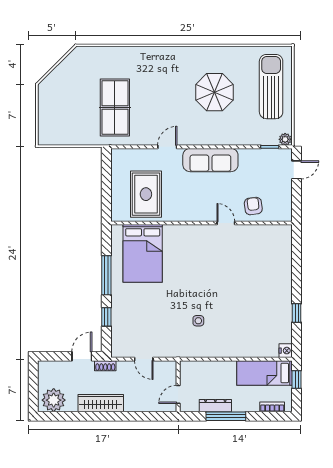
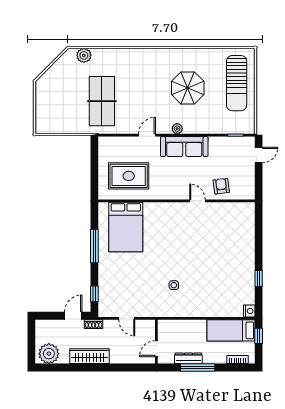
plant: (94, 54) -> (84, 55), added
sun lounger: (271, 87) -> (237, 83), turned 180
plant: (285, 139) -> (177, 129), moved
rug: (146, 194) -> (129, 176), turned 90
window: (106, 317) -> (94, 294), moved

